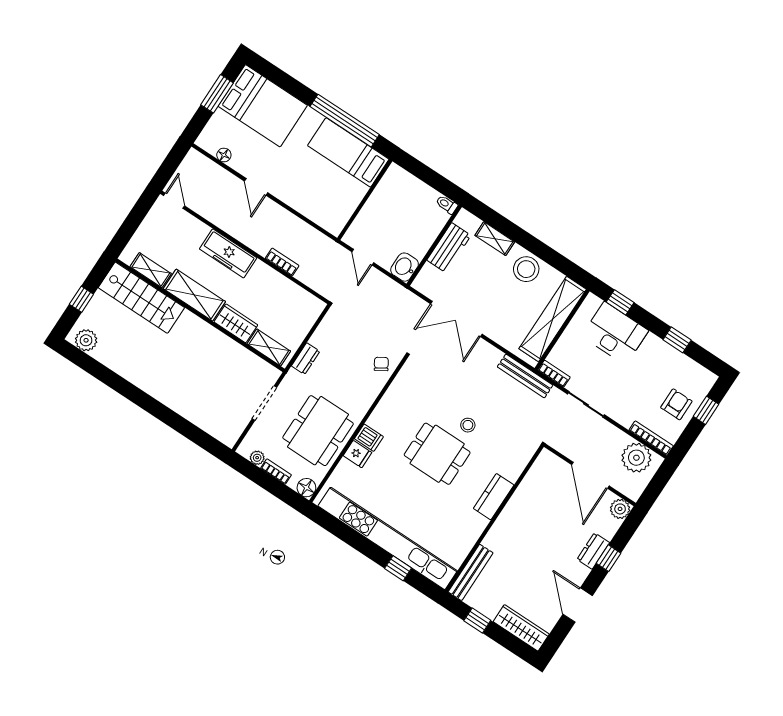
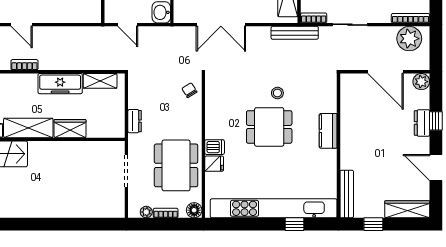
freezer: (228, 253) -> (60, 84), moved
bookcase: (282, 262) -> (24, 65), moved
shelving: (269, 347) -> (100, 81), moved

